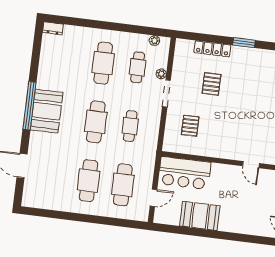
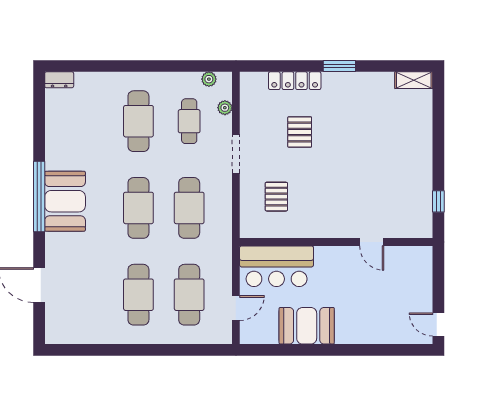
plant: (161, 74) -> (225, 108), moved
cafe table: (130, 126) -> (189, 208), width x1.37, depth x1.35

